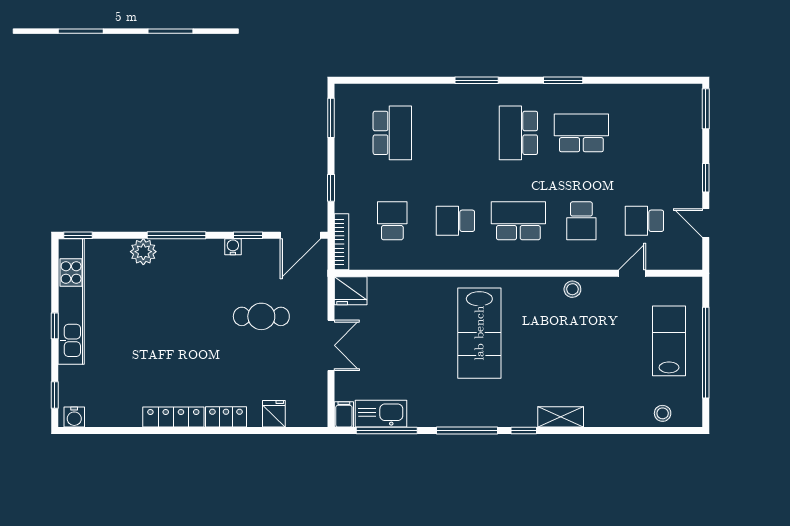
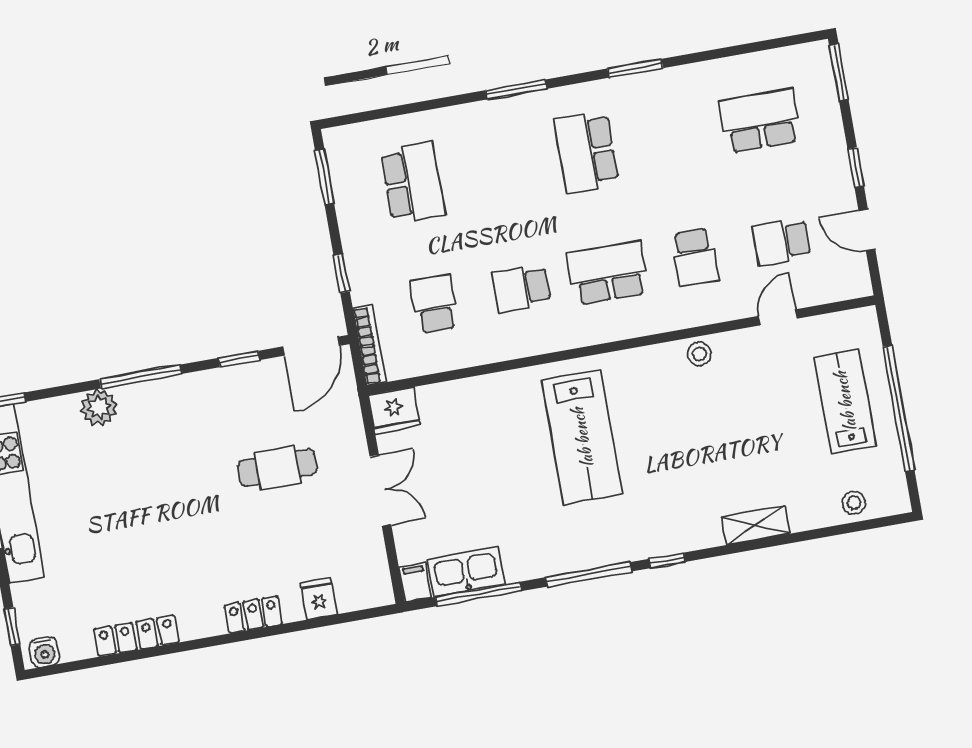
school desk: (581, 133) -> (760, 121), moved
water cooler: (233, 247) -> (221, 379), removed
locker: (173, 417) -> (136, 636), moved
shelving: (561, 417) -> (755, 525), moved

